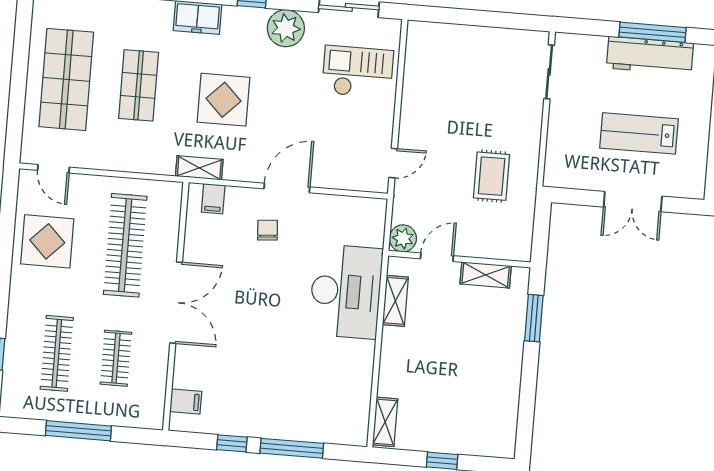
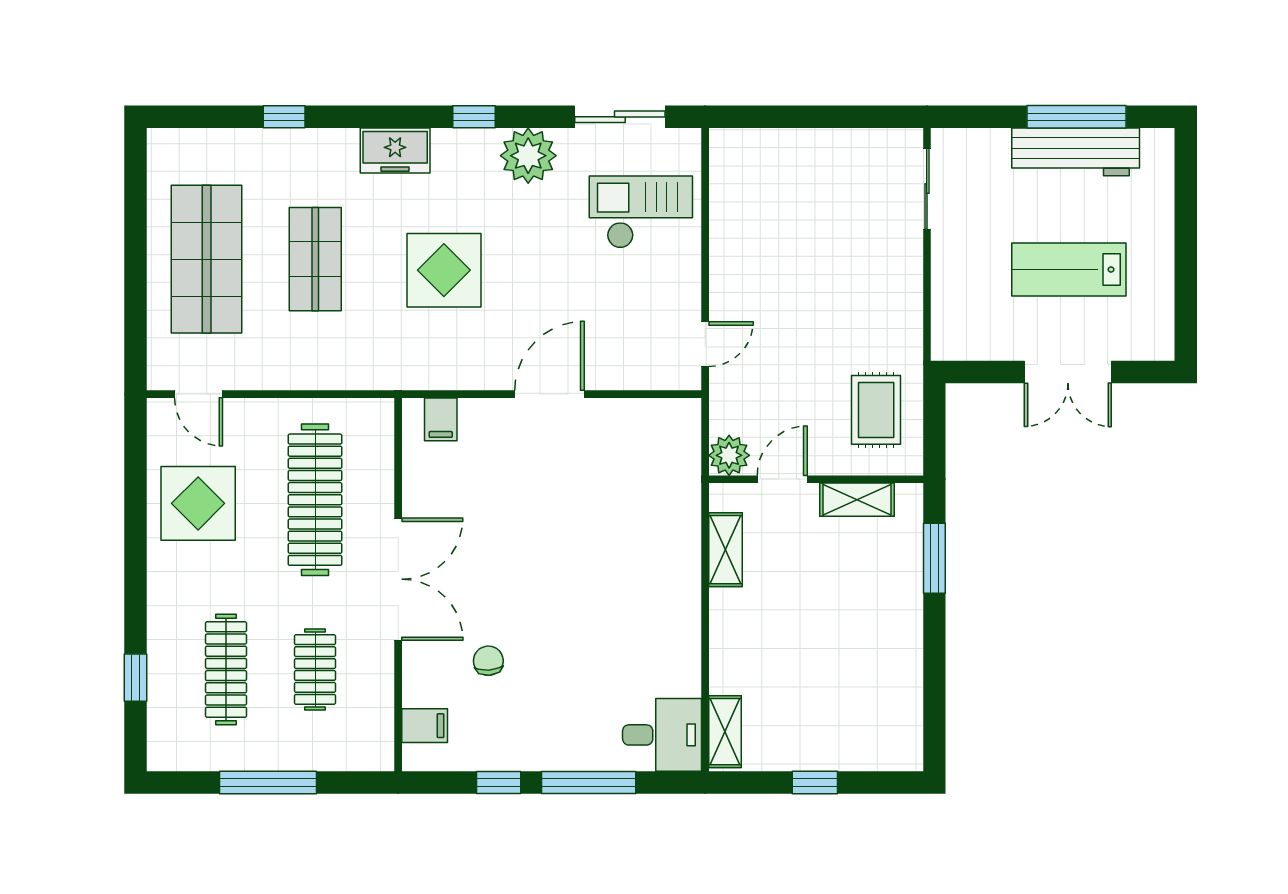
shelving: (199, 168) -> (416, 375), removed
rug: (492, 176) -> (876, 410), moved
chair: (268, 230) -> (488, 661), moved
desk: (346, 291) -> (662, 735), moved, width x0.53, depth x0.77

